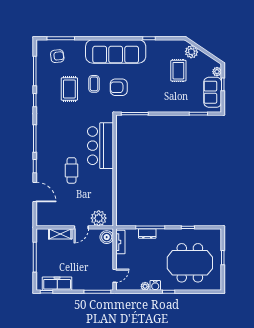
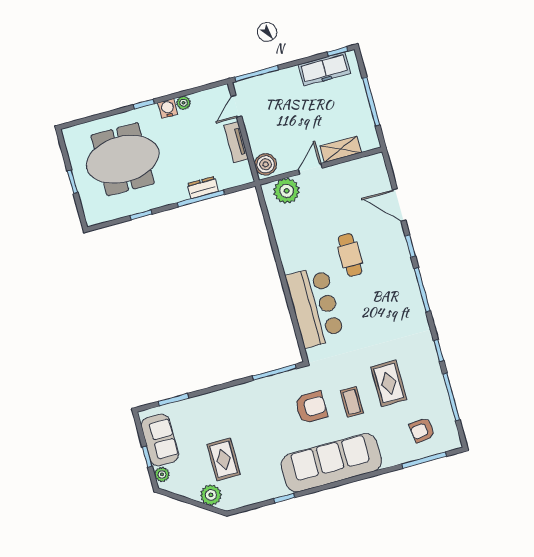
tv unit: (120, 242) -> (236, 142), moved

